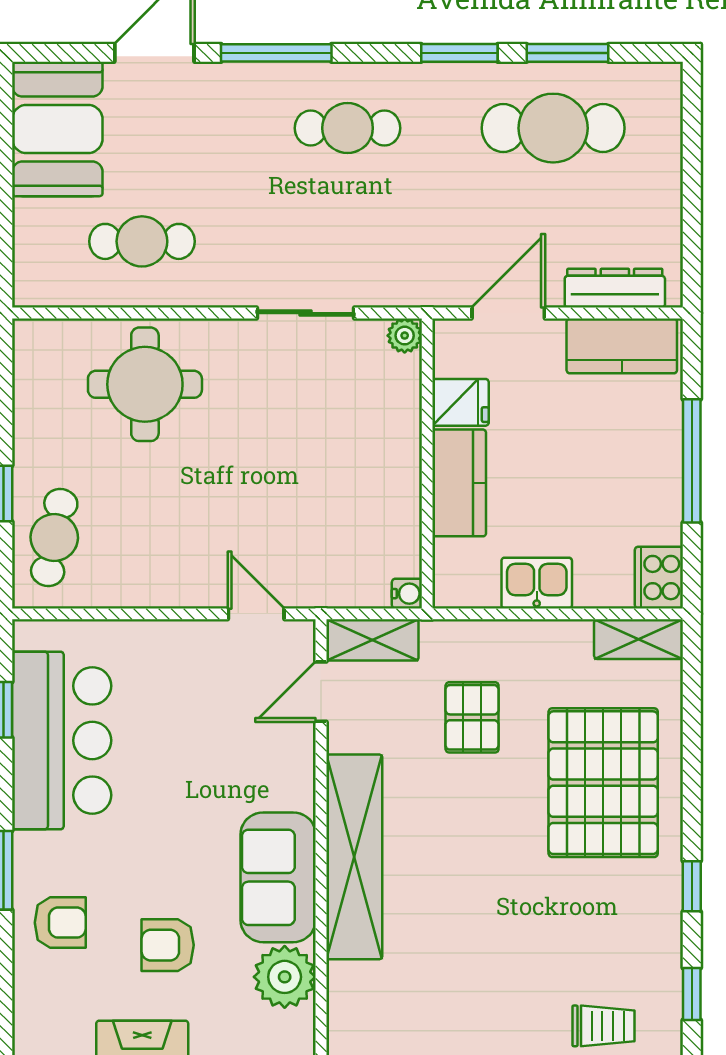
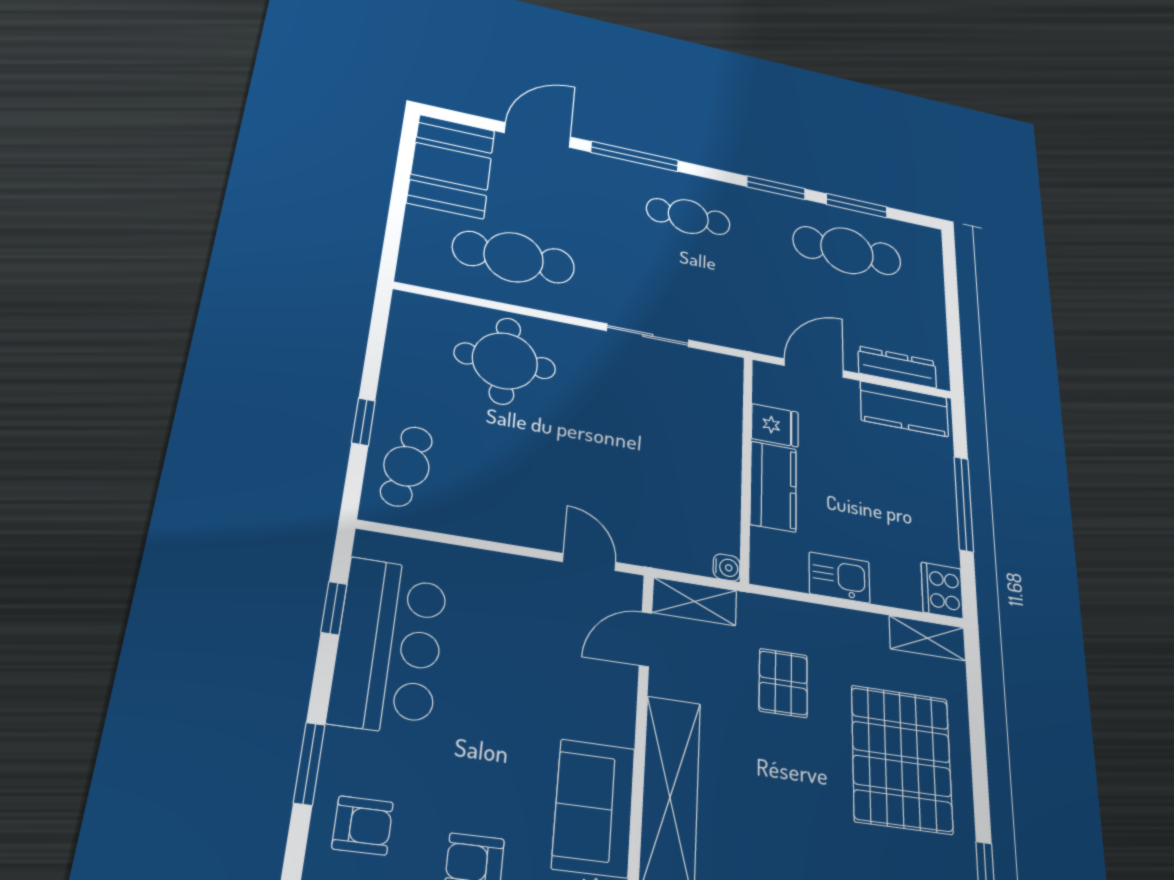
cafe table: (142, 241) -> (514, 257), width x1.37, depth x1.35
plant: (405, 336) -> (730, 368), removed

